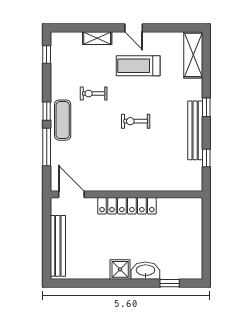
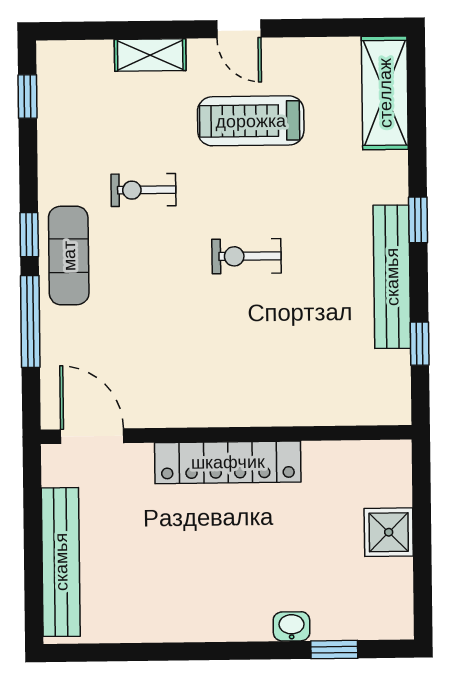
shower: (120, 269) -> (389, 532), moved
washbasin: (145, 271) -> (292, 626), width x0.52, depth x0.69

